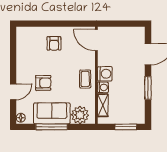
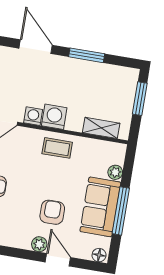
plant: (21, 78) -> (39, 244), added
washing machine: (103, 87) -> (33, 116), moved
plant: (80, 115) -> (115, 172), width x0.53, depth x0.53

